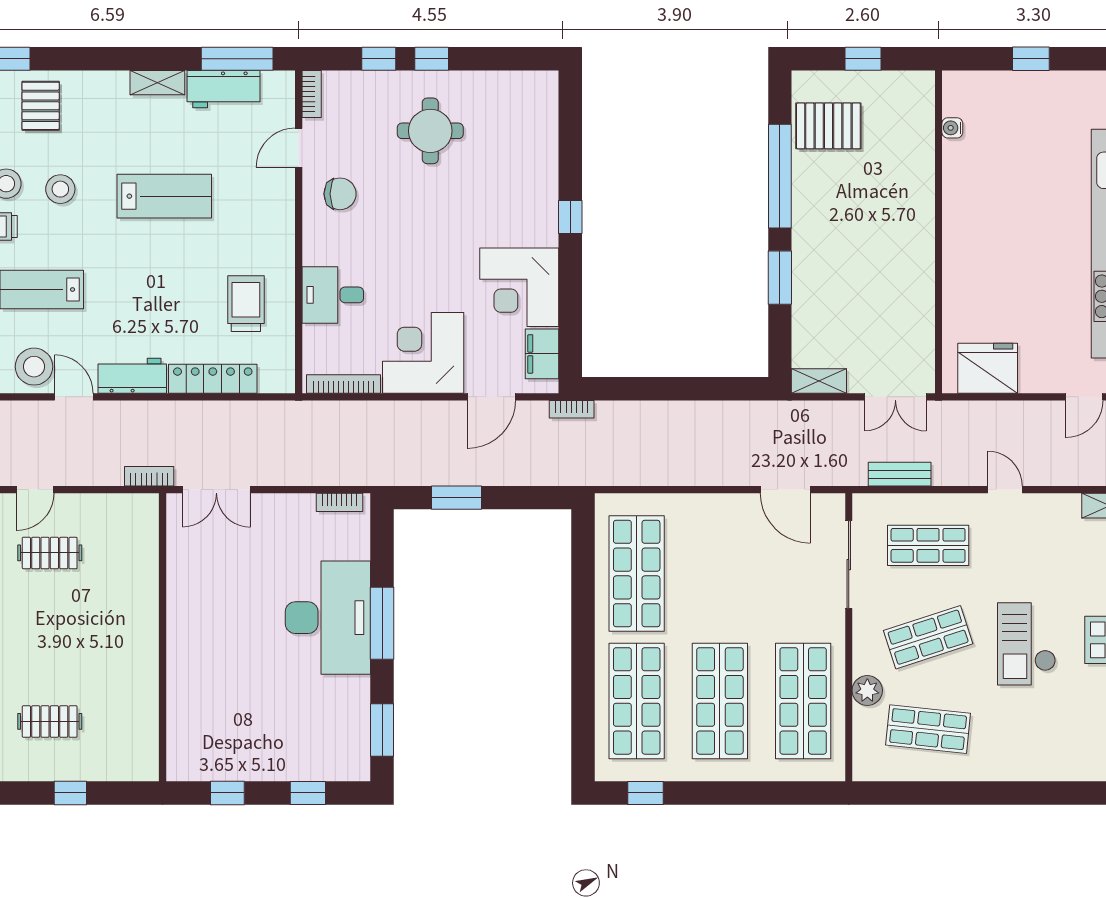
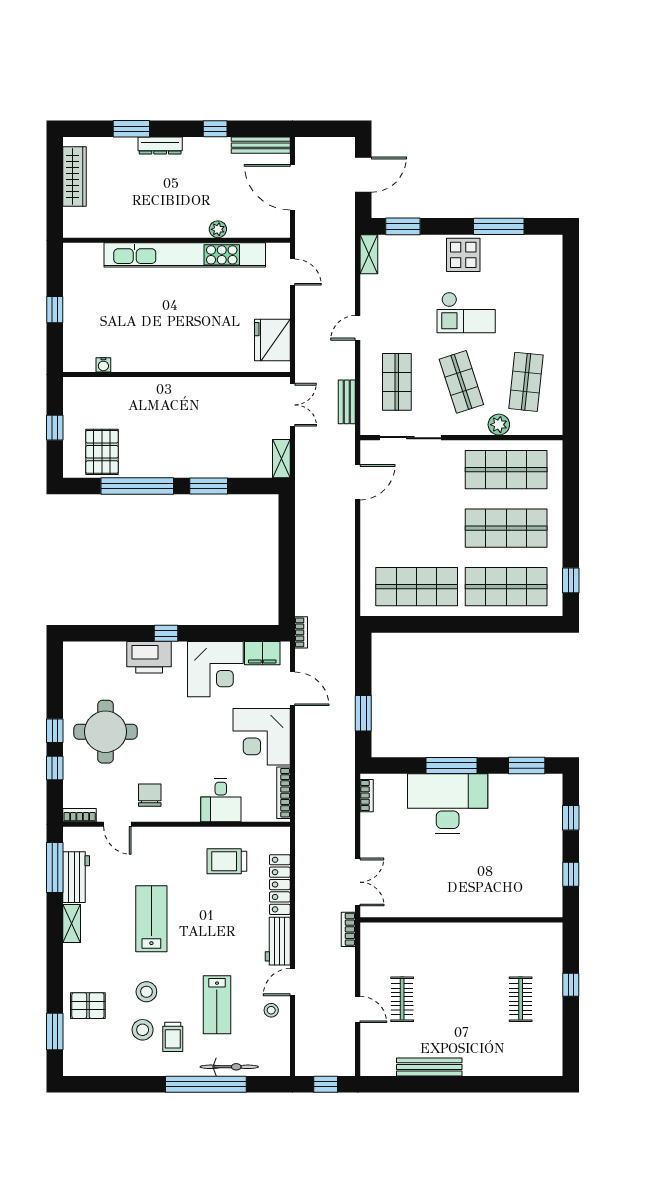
round table: (430, 131) -> (105, 732), width x1.36, depth x1.36
printer: (536, 193) -> (149, 657), added
stool: (34, 367) -> (271, 1010), width x0.53, depth x0.53

